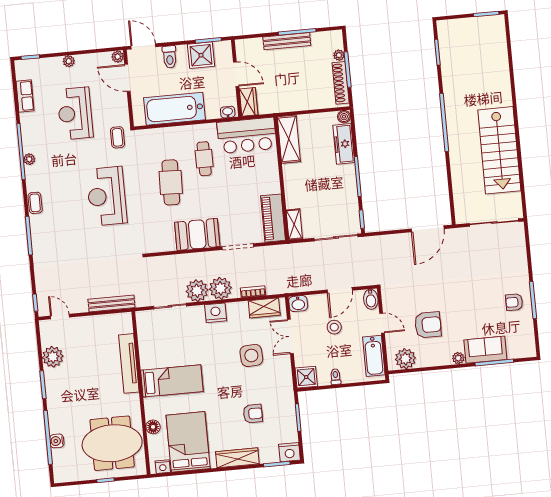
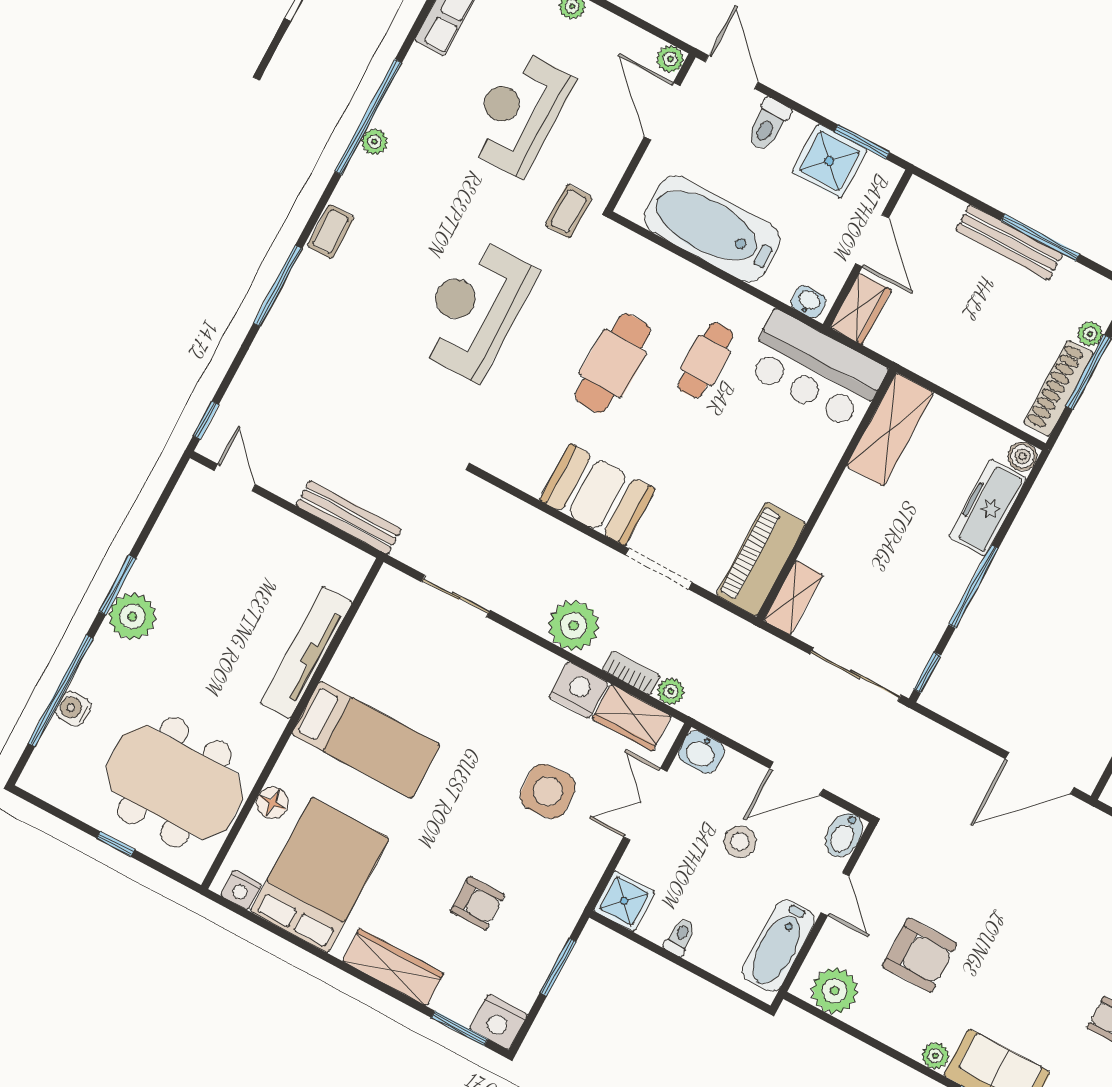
plant: (197, 291) -> (671, 691), moved, width x0.53, depth x0.53
nightstand: (216, 313) -> (578, 690), moved
plant: (53, 357) -> (132, 617), moved

